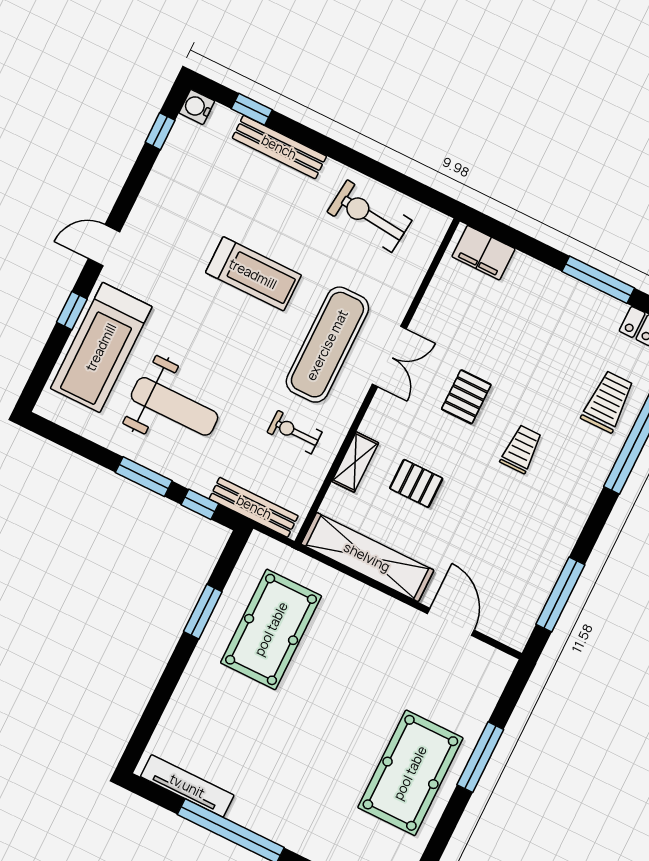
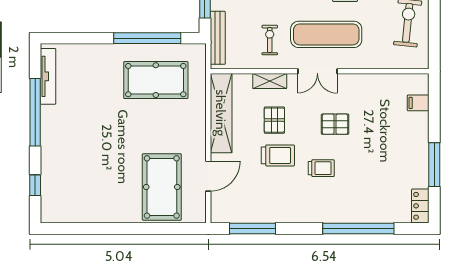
filing cabinet: (483, 253) -> (418, 103), width x0.50
double door: (389, 356) -> (317, 71), moved
trolley: (608, 402) -> (278, 155), moved
window: (203, 612) -> (147, 38), width x2.11
window: (480, 757) -> (142, 228), removed
pool table: (410, 773) -> (162, 187), moved, turned 90

